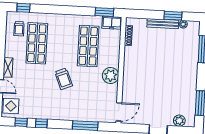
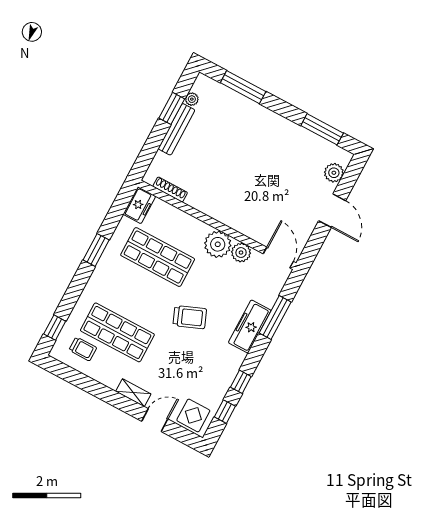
window: (104, 12) -> (96, 250), moved
plant: (112, 90) -> (241, 253), added
freezer: (74, 114) -> (250, 327), added

